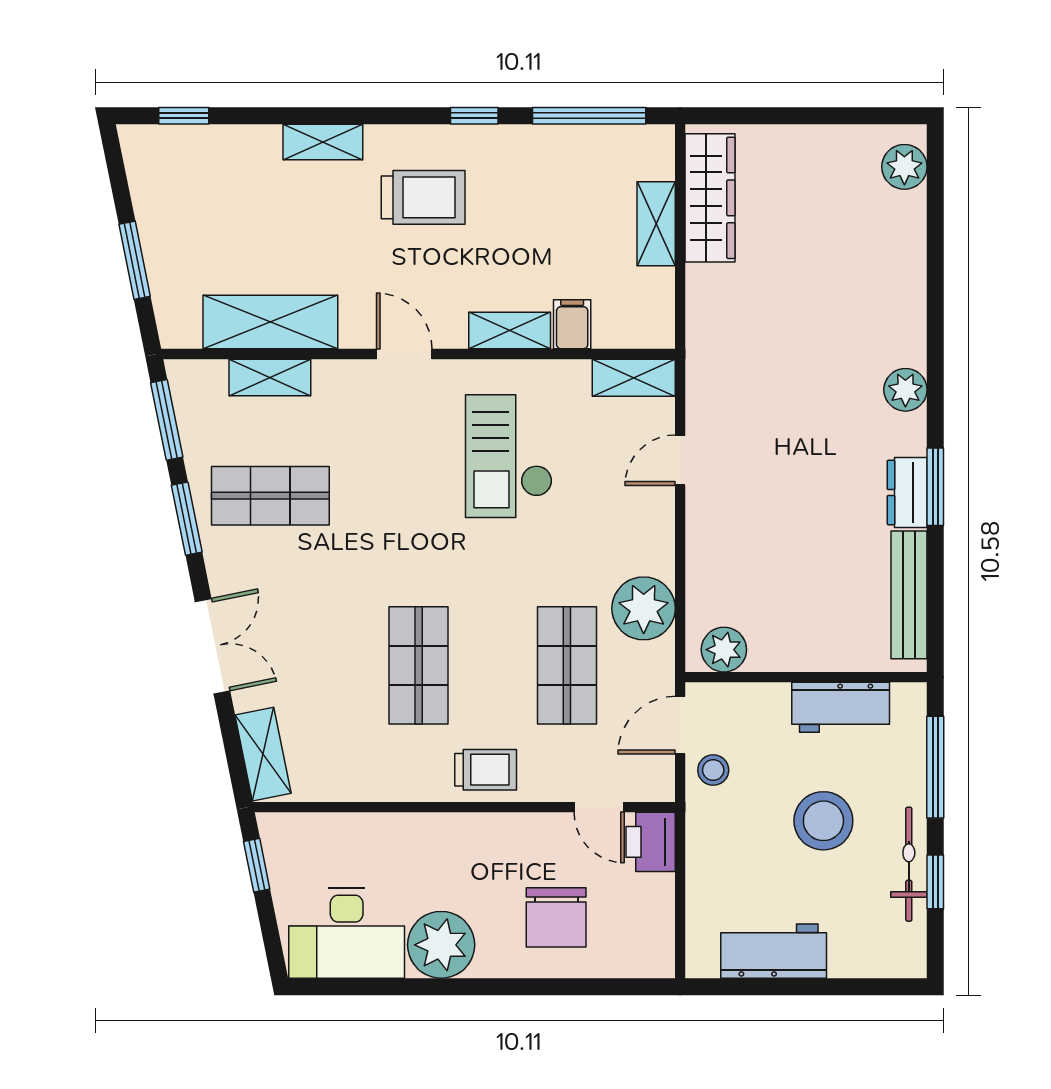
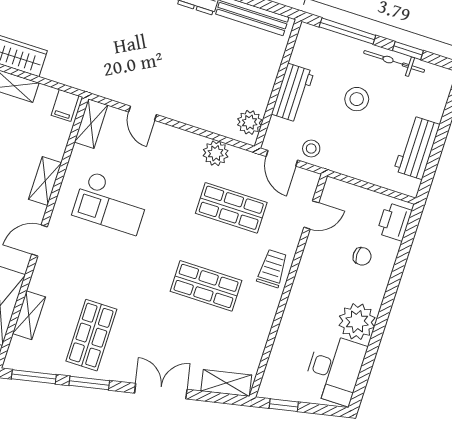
filing cabinet: (572, 324) -> (65, 105), moved, turned -90
plant: (644, 608) -> (216, 153), width x0.73, depth x0.73
workbench: (841, 707) -> (293, 93), moved
stool: (823, 821) -> (357, 99), width x0.73, depth x0.73
printer: (651, 842) -> (394, 222), moved, turned 90
chair: (556, 917) -> (362, 256), width x0.54, depth x0.54

